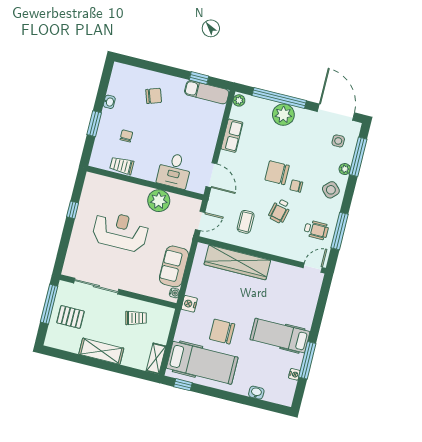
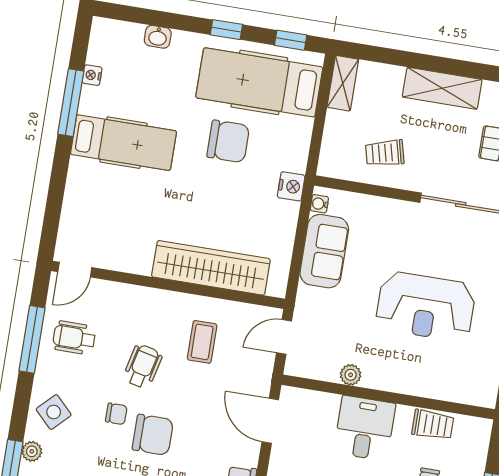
desk: (174, 170) -> (365, 428), moved
plant: (159, 201) -> (351, 375), width x0.53, depth x0.53
window: (218, 393) -> (226, 30), added

